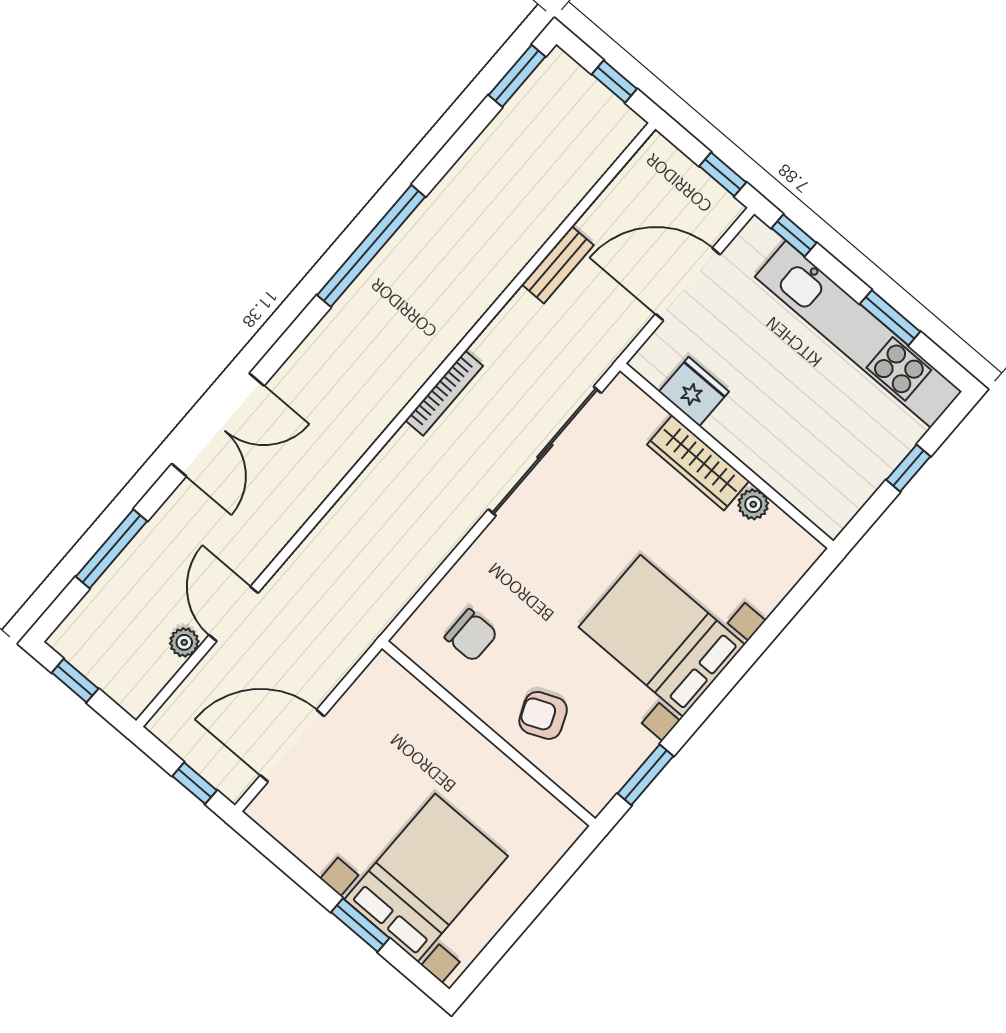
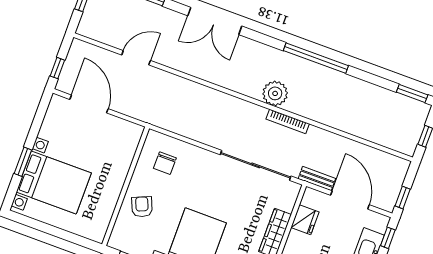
bench: (558, 265) -> (317, 179), moved
bookcase: (444, 393) -> (288, 121), moved
plant: (184, 642) -> (275, 93), moved, width x1.87, depth x1.87

